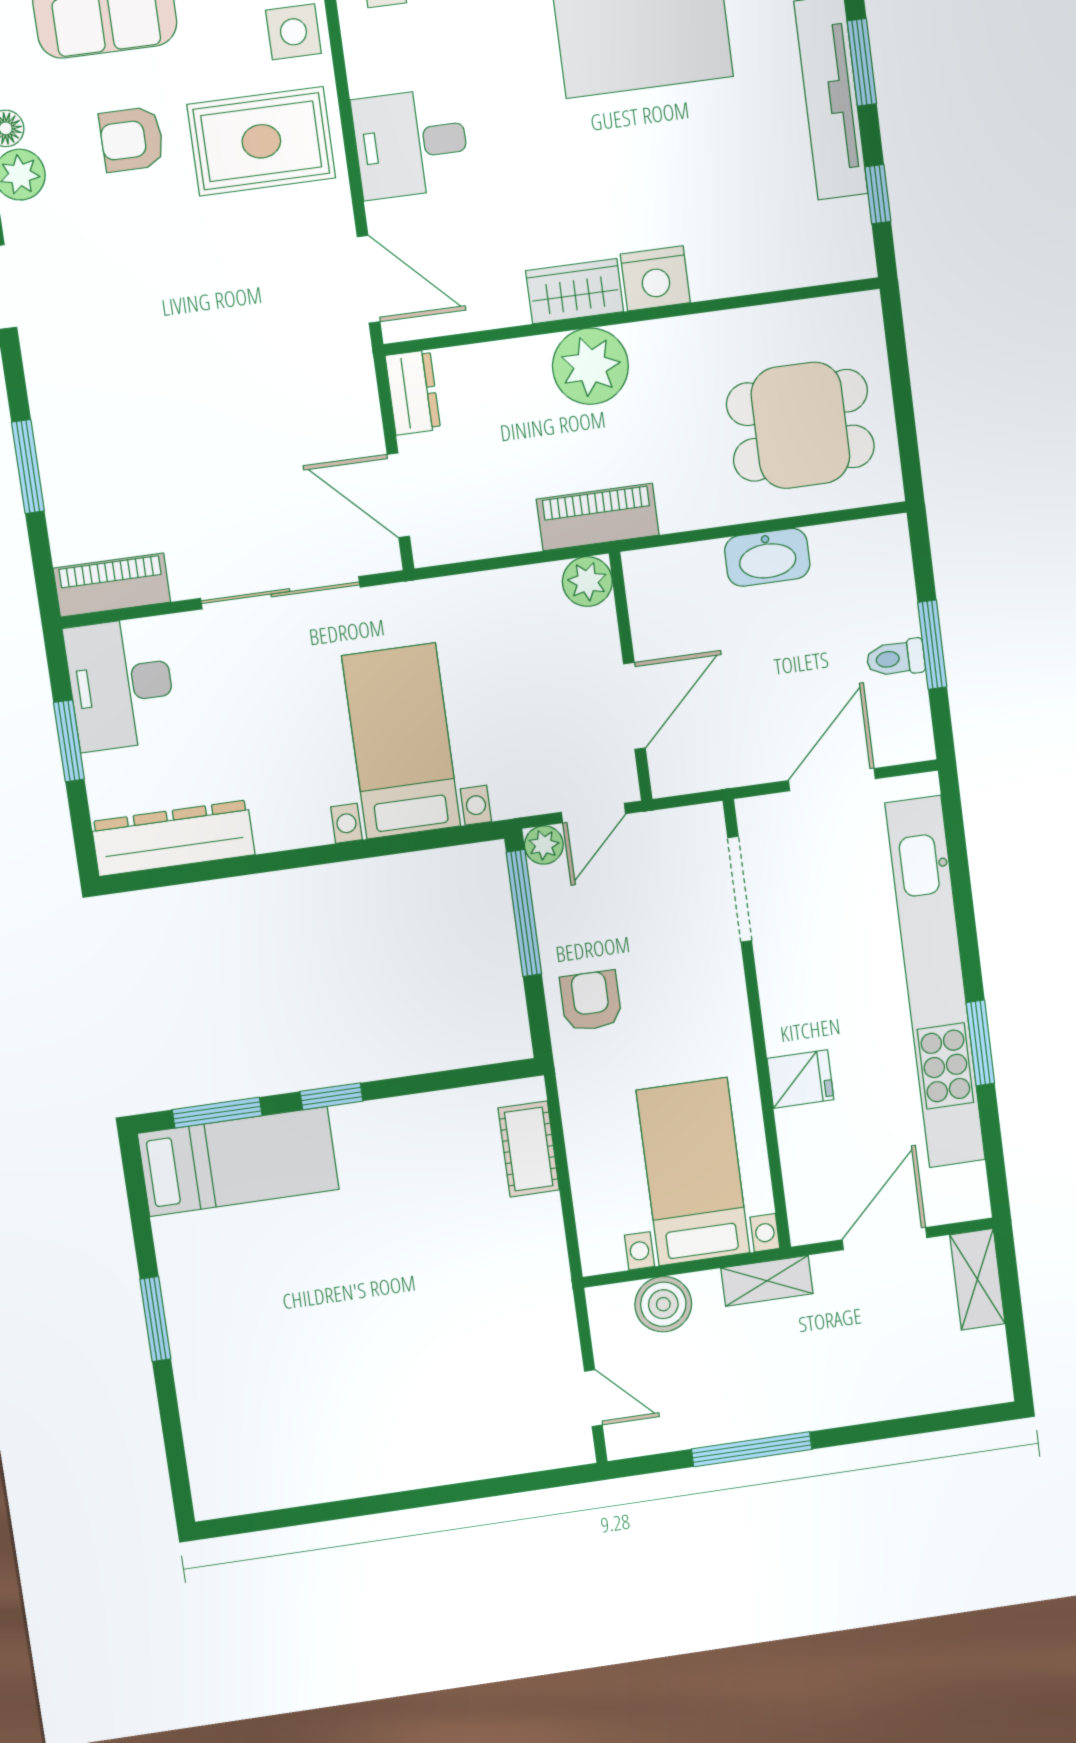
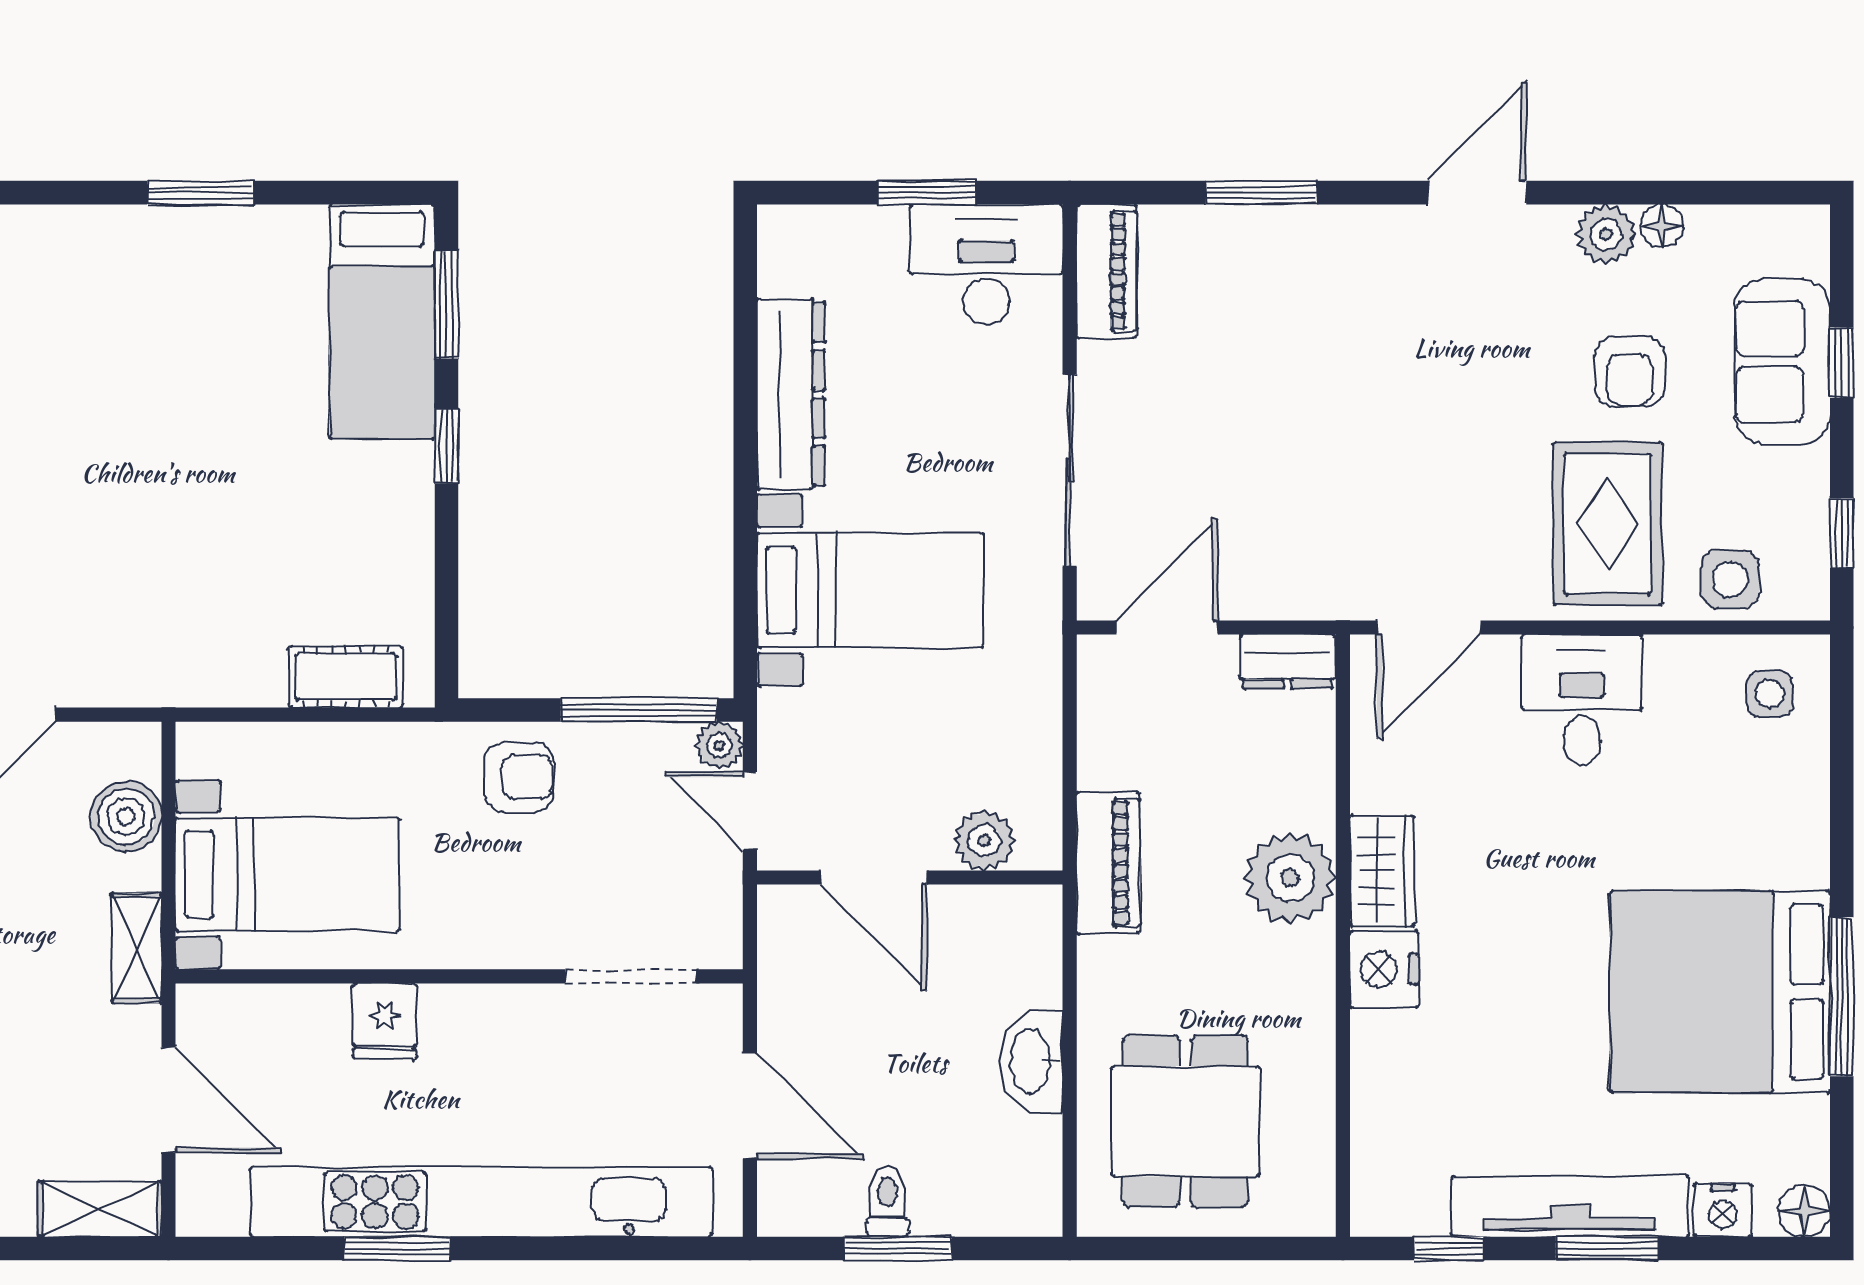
armchair: (132, 139) -> (1630, 371), turned 180
plant: (587, 582) -> (984, 840), moved
dresser: (173, 838) -> (791, 394), moved

